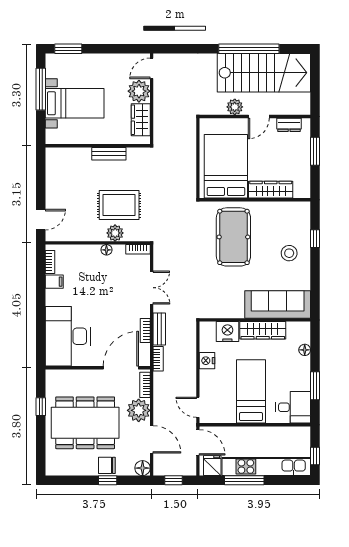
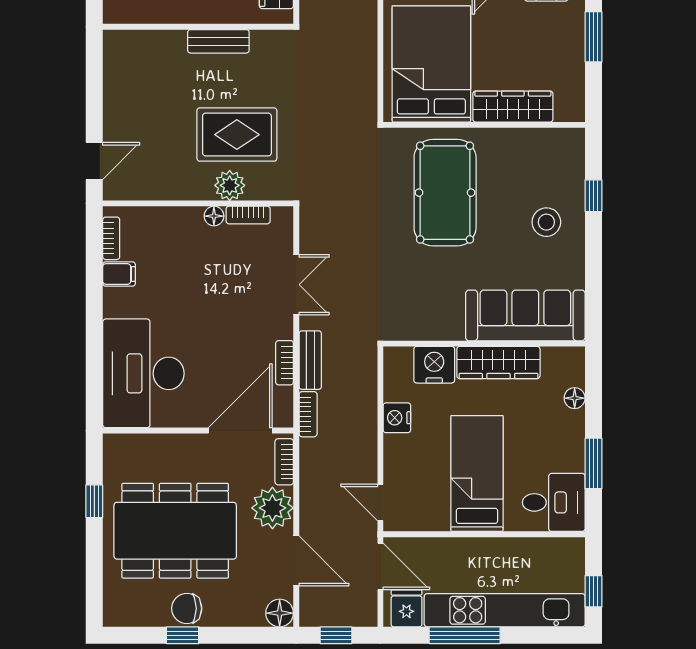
bookcase: (138, 249) -> (248, 215), moved
chair: (107, 465) -> (187, 608), moved
window: (108, 480) -> (182, 635), moved

